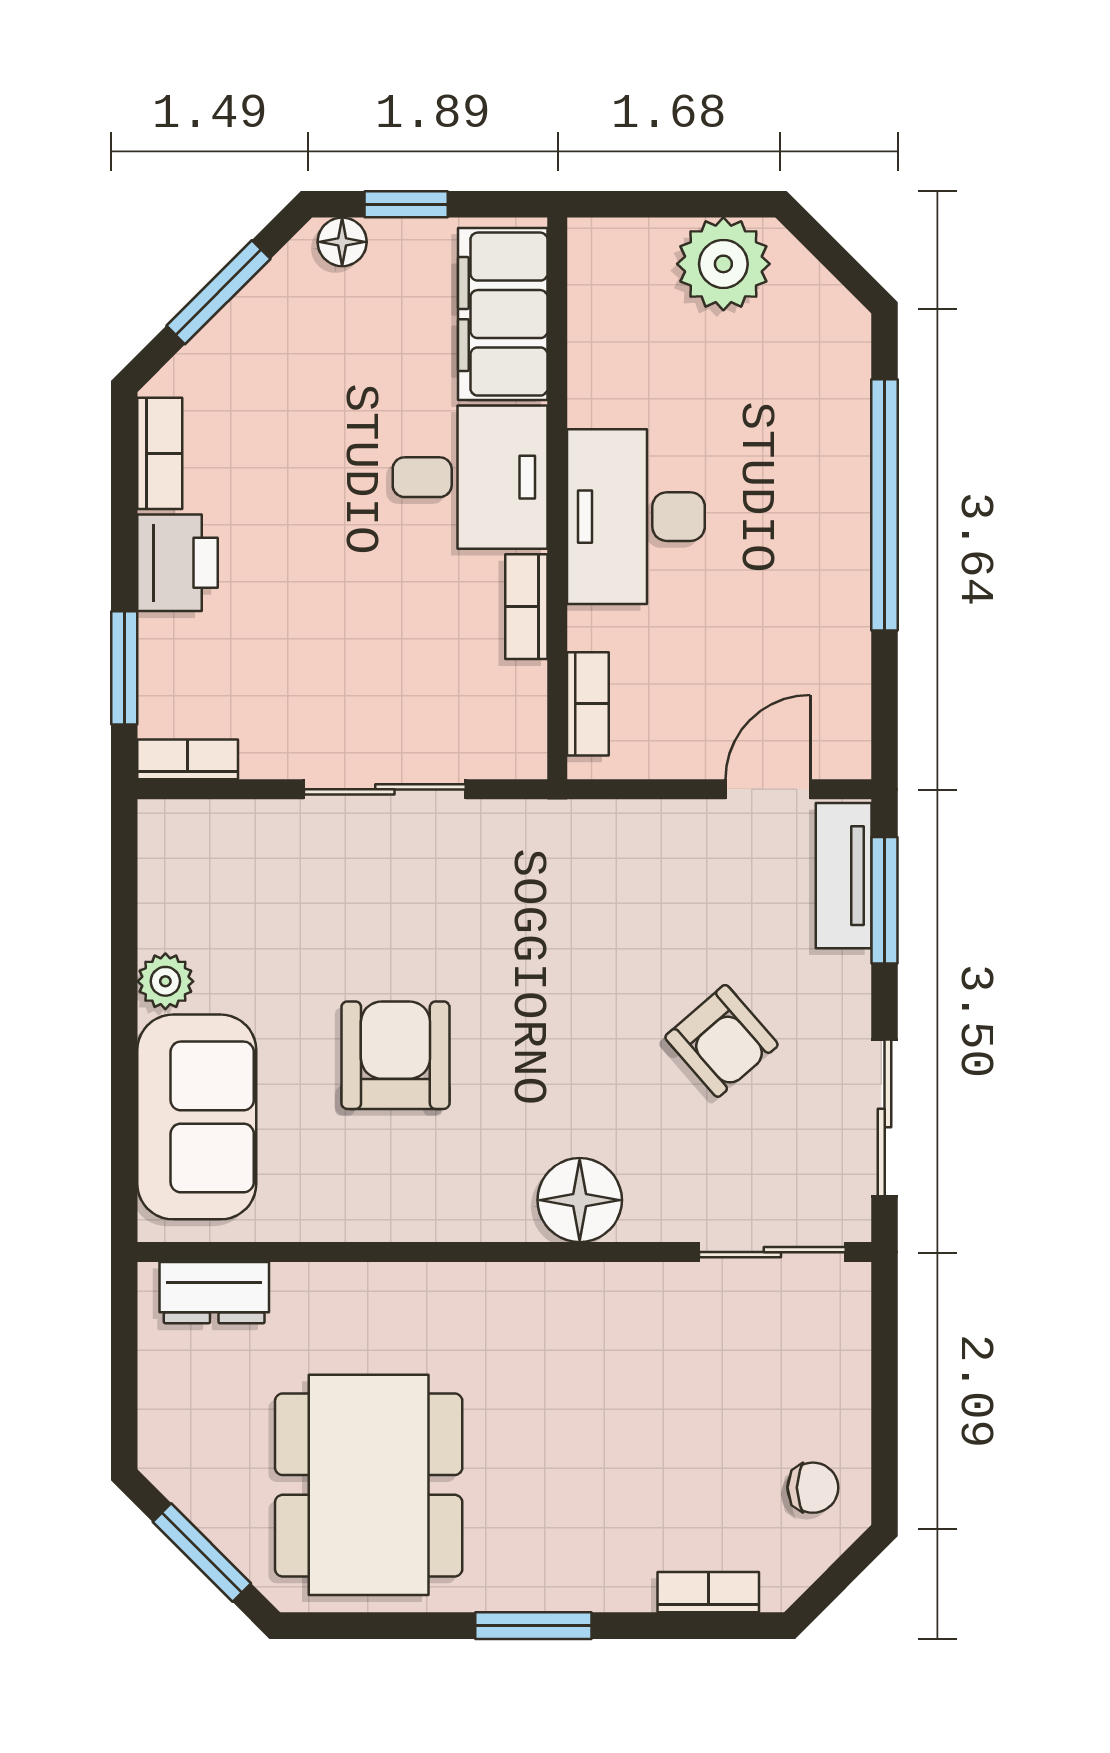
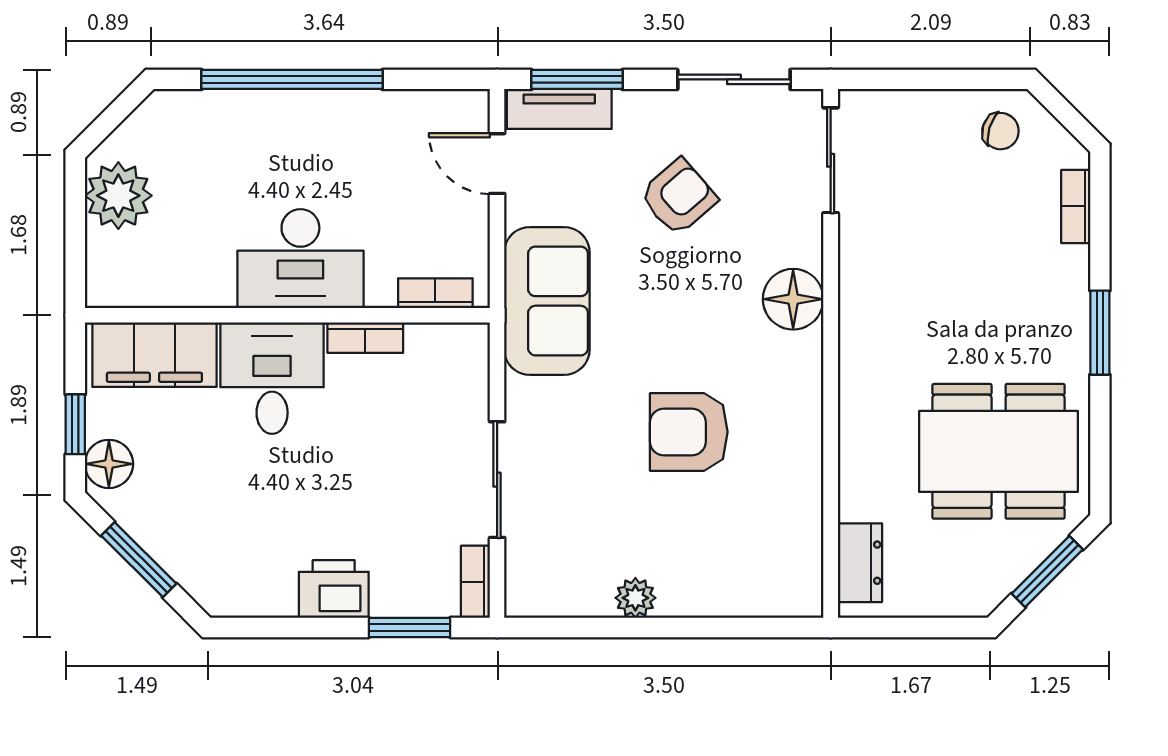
floor lamp: (342, 242) -> (109, 464), width x1.37, depth x1.37
bookcase: (160, 453) -> (255, 602), removed
sliding door: (385, 789) -> (497, 480), moved
sofa: (197, 1117) -> (547, 301), moved, turned 90
chair: (813, 1488) -> (1000, 131), turned 107

